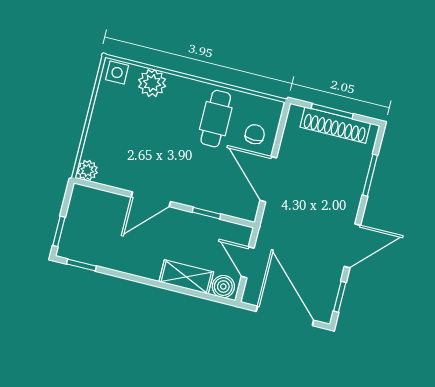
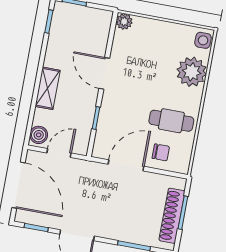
plant: (152, 83) -> (192, 72), width x1.36, depth x1.36
shelving: (186, 277) -> (48, 88), moved
door: (285, 316) -> (18, 185), hinge flipped

